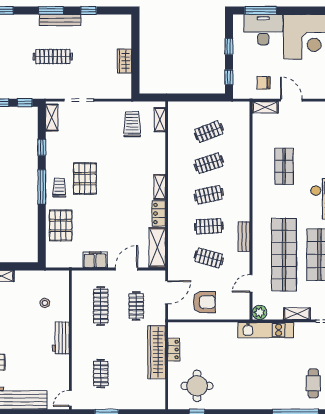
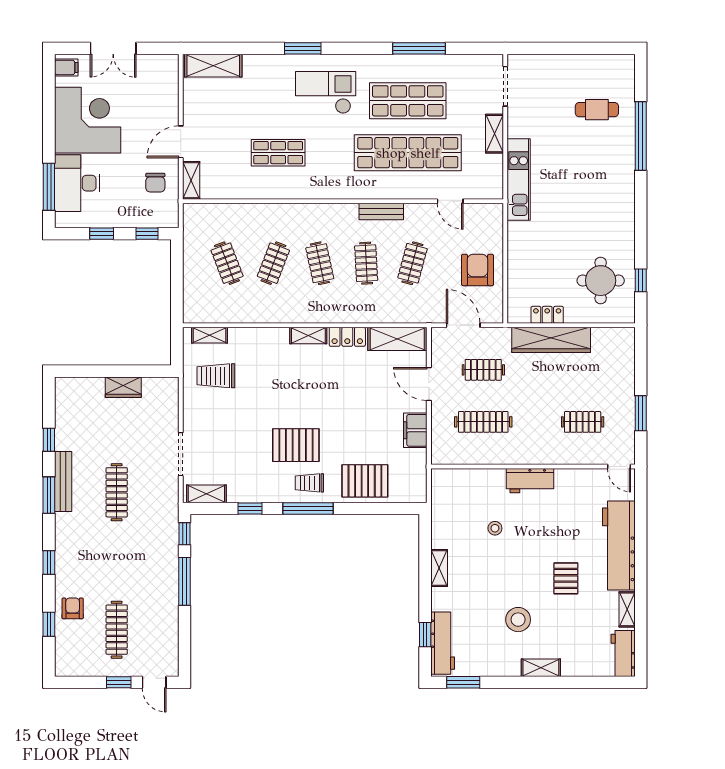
clothes rail: (209, 163) -> (273, 263), turned 39
stool: (45, 303) -> (495, 528), moved
plant: (260, 312) -> (493, 189), removed

